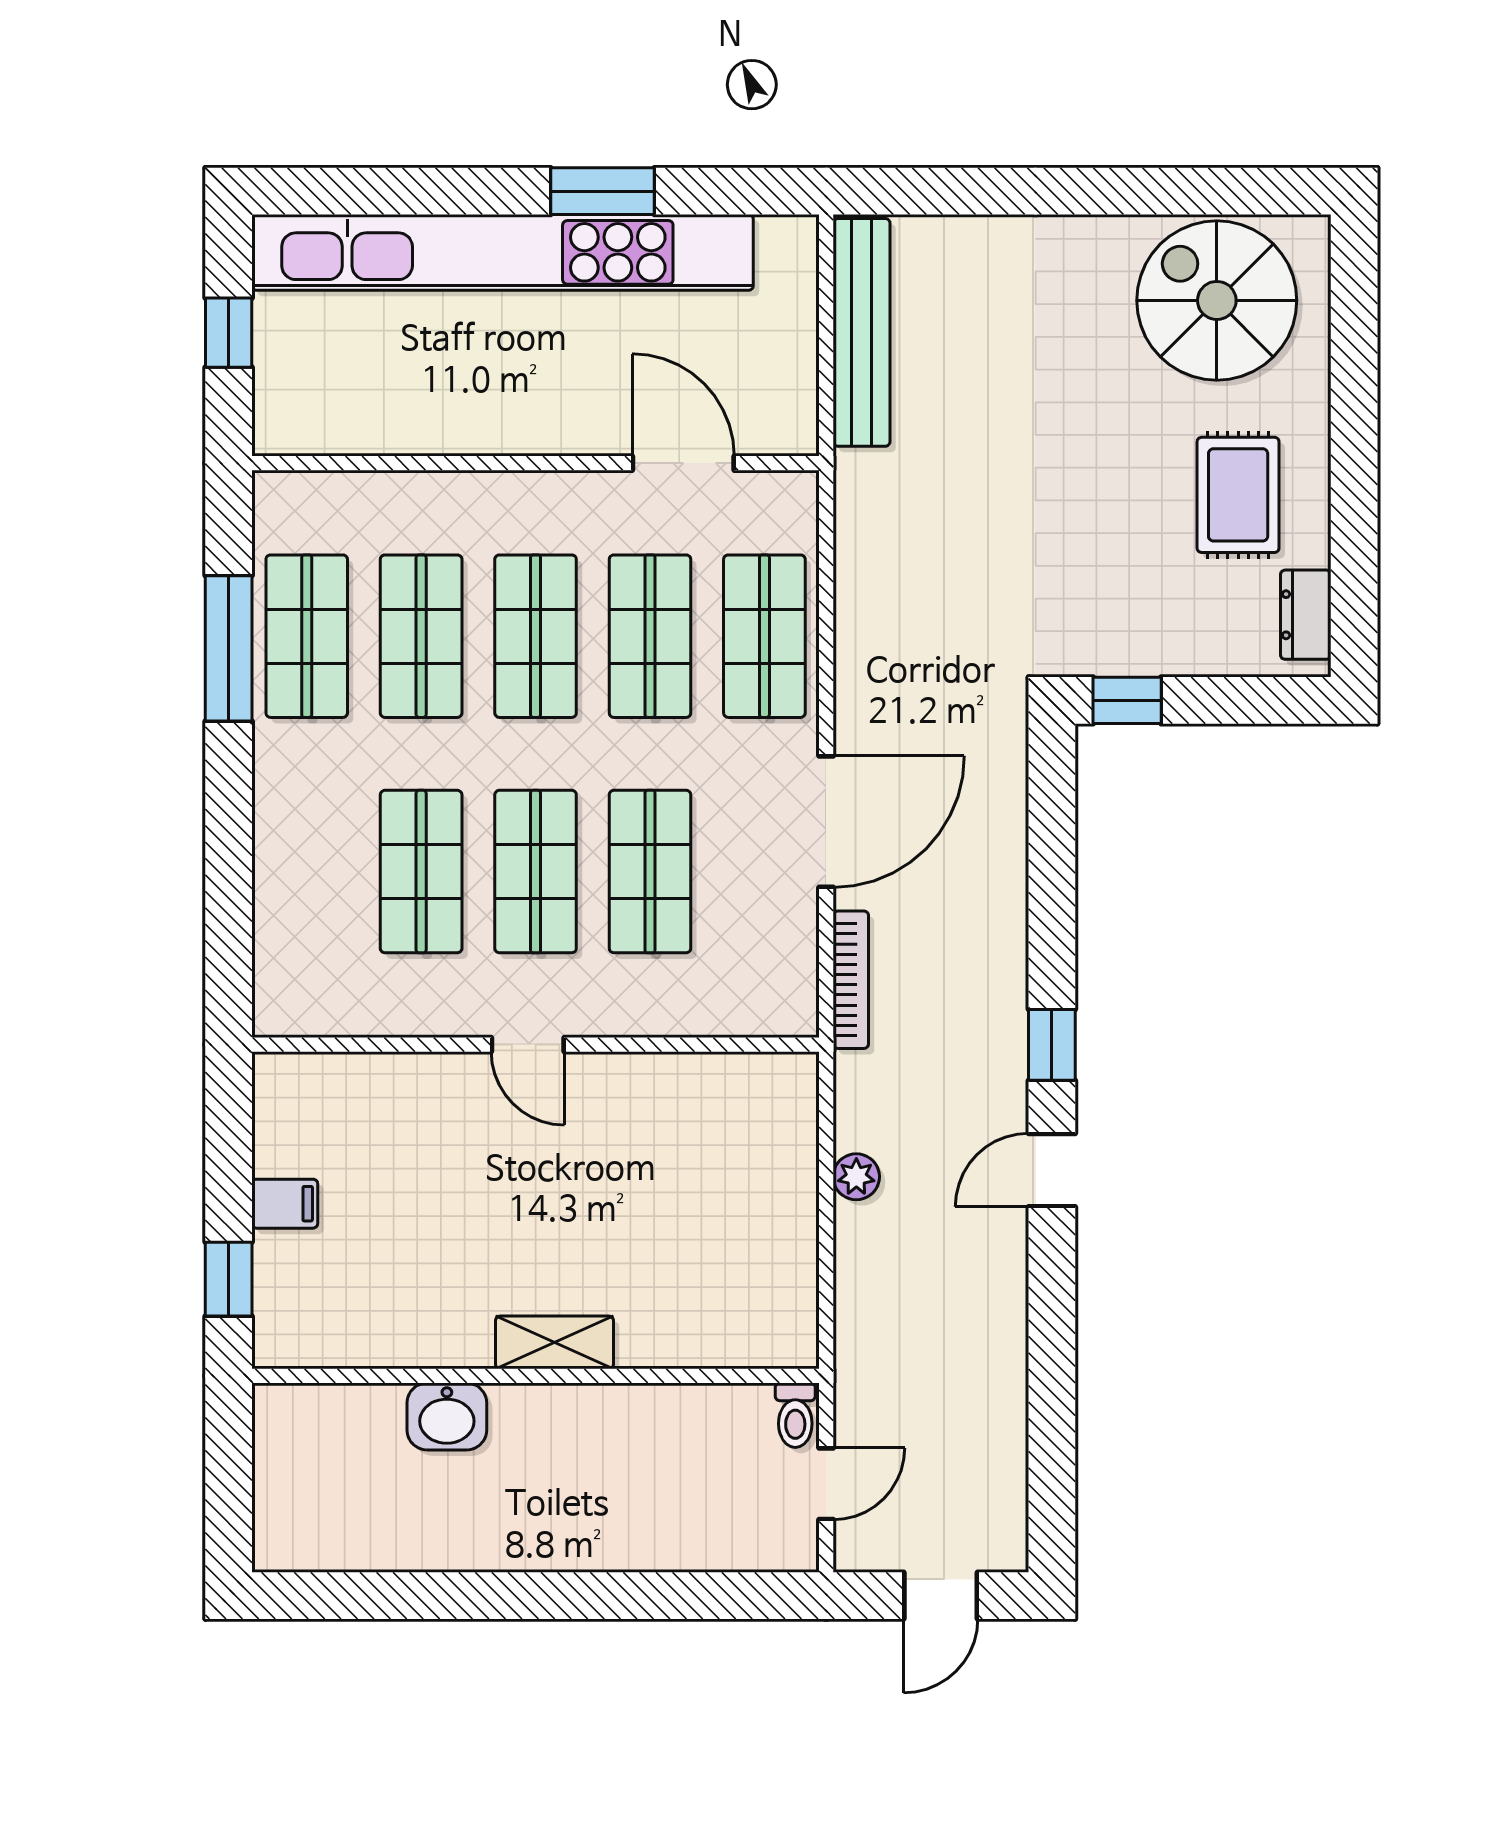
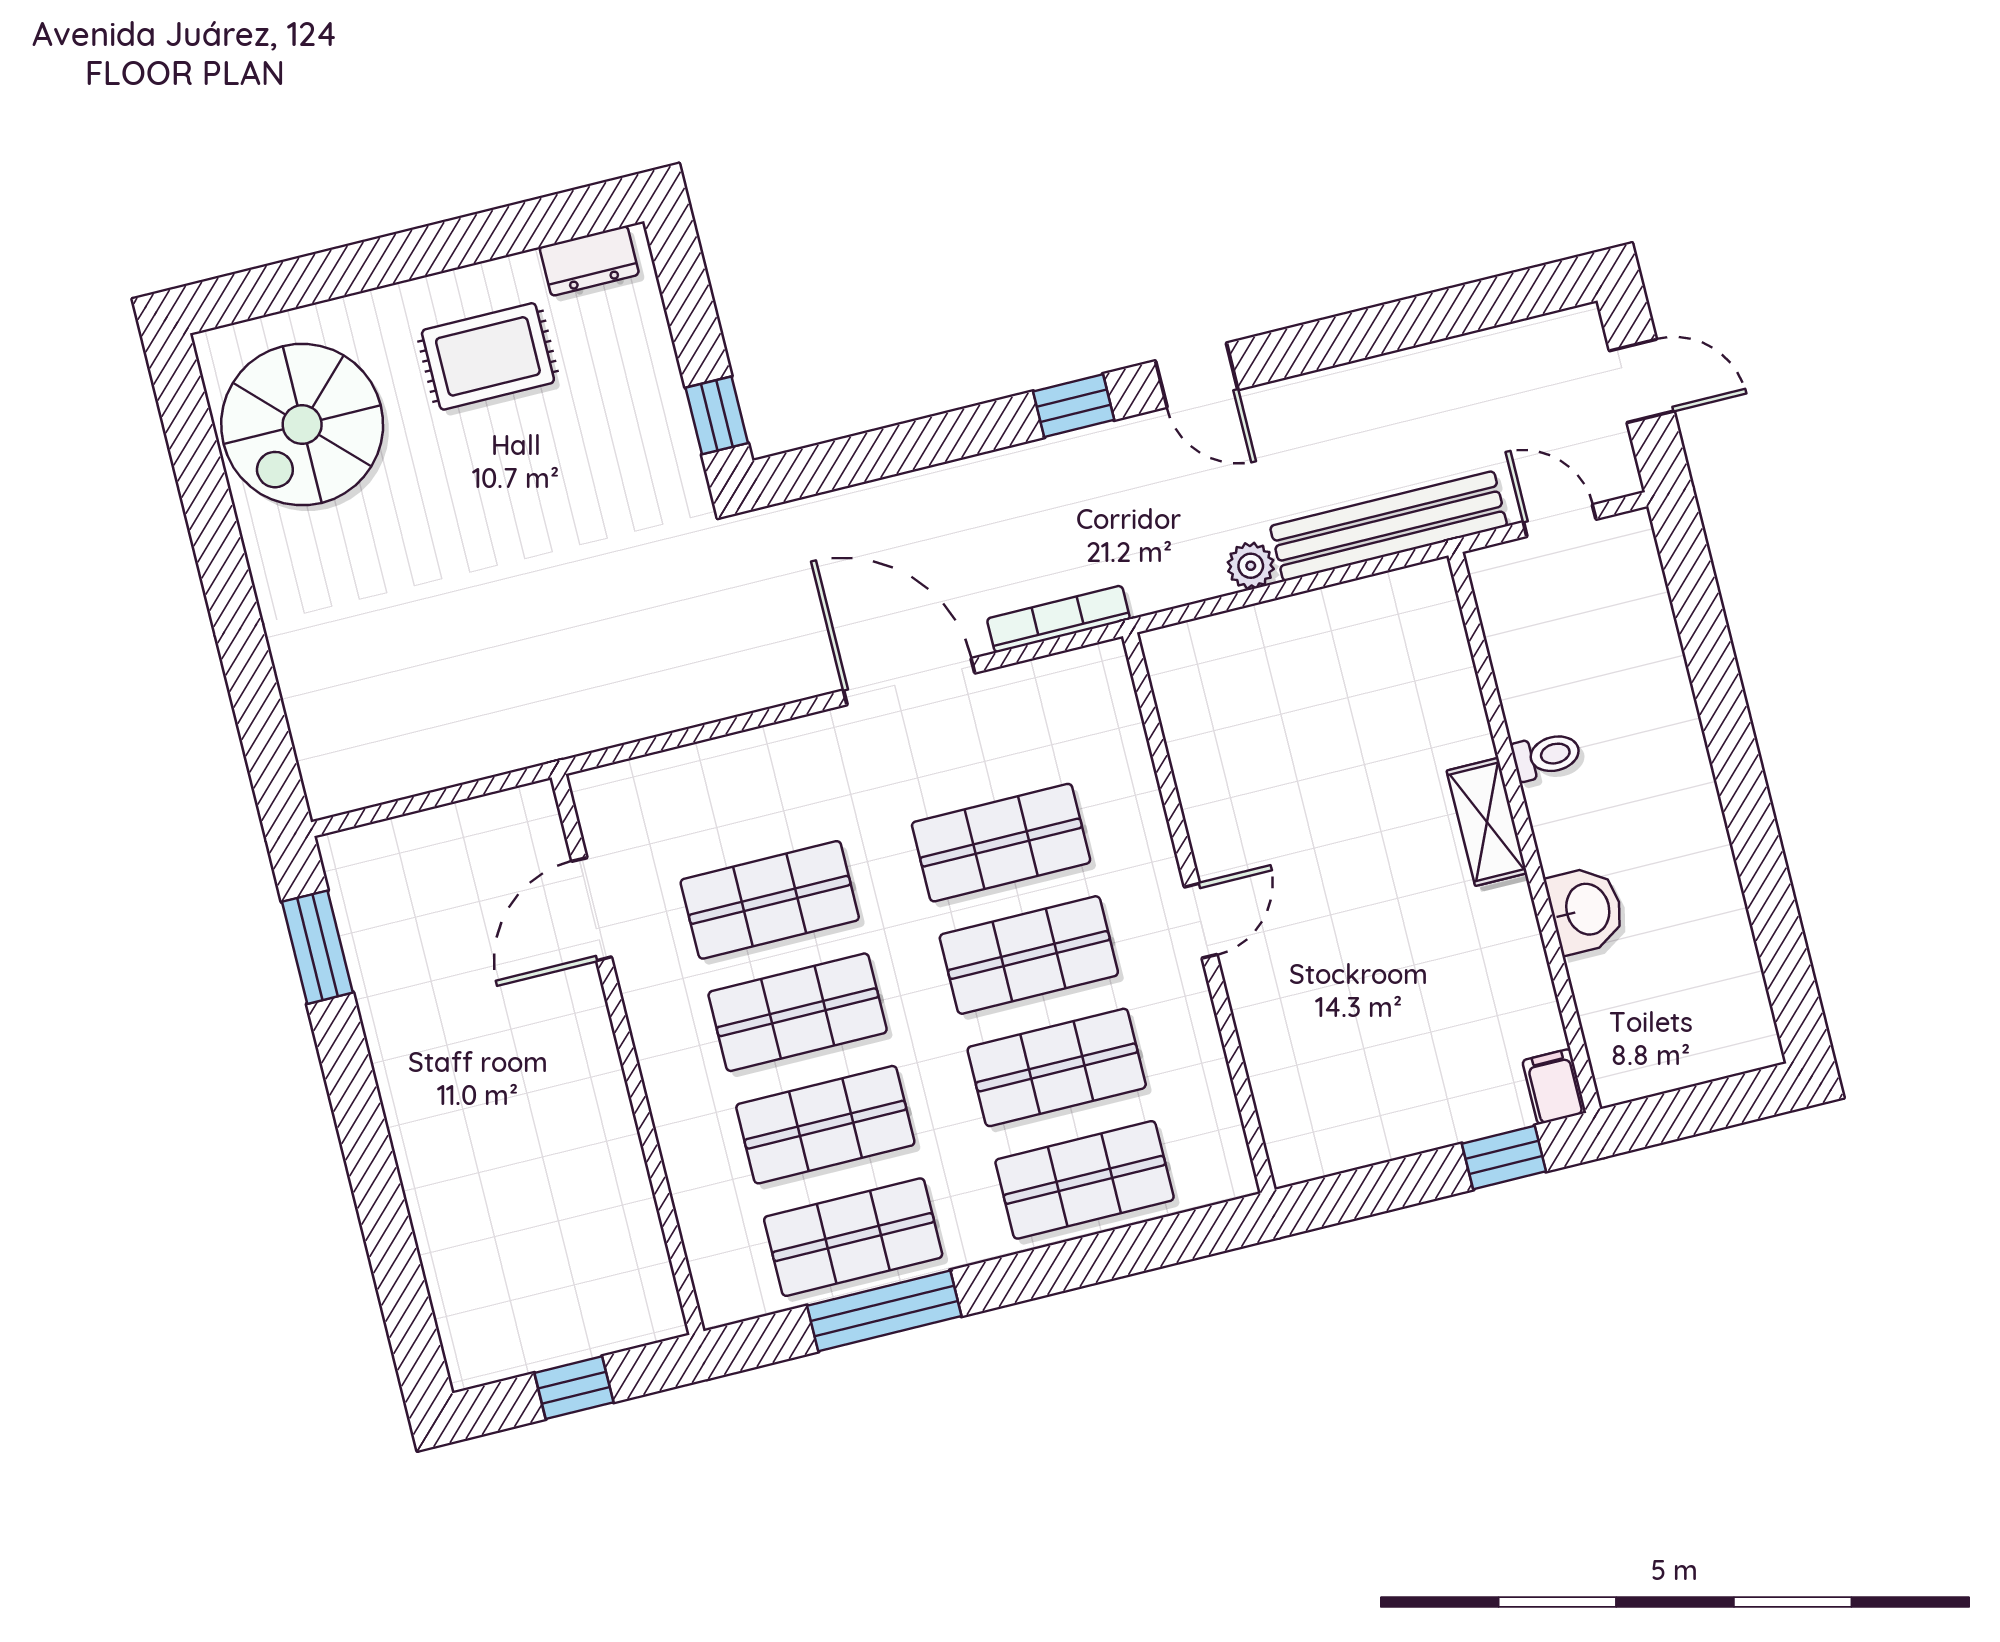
window: (602, 191) -> (317, 947), moved
kitchen unit: (503, 252) -> (429, 1138), removed
bench: (862, 332) -> (1389, 526), moved
shop shelf: (764, 636) -> (1085, 1180), moved
filing cabinet: (285, 1204) -> (1554, 1087), moved
toilet: (795, 1415) -> (1546, 756), moved

